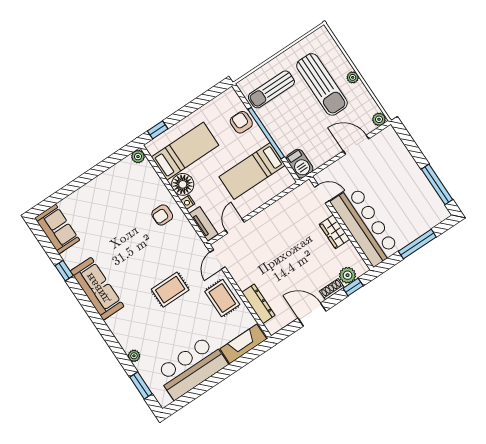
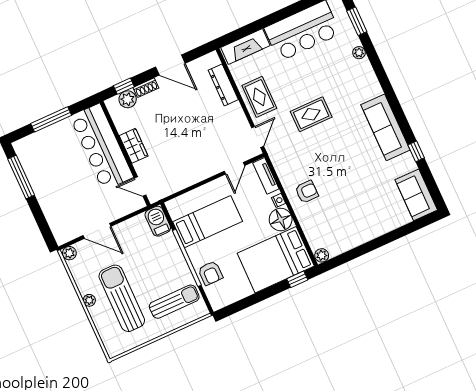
bed: (185, 151) -> (276, 260), width x1.50

